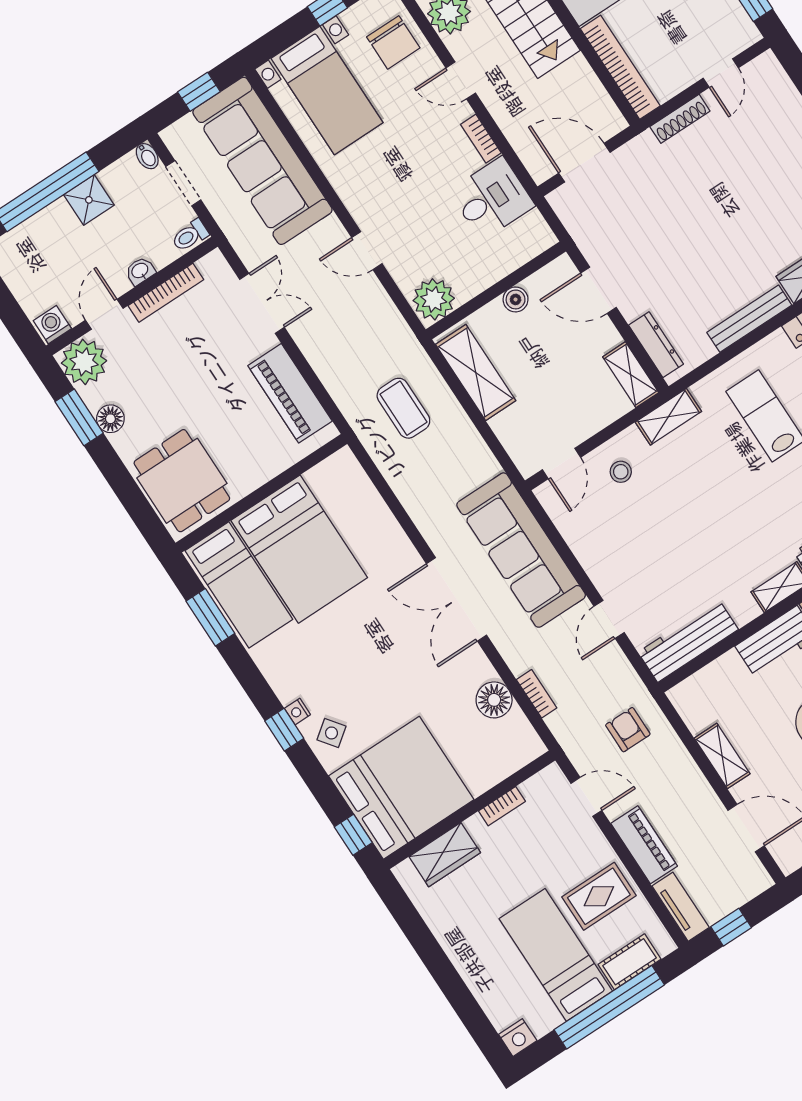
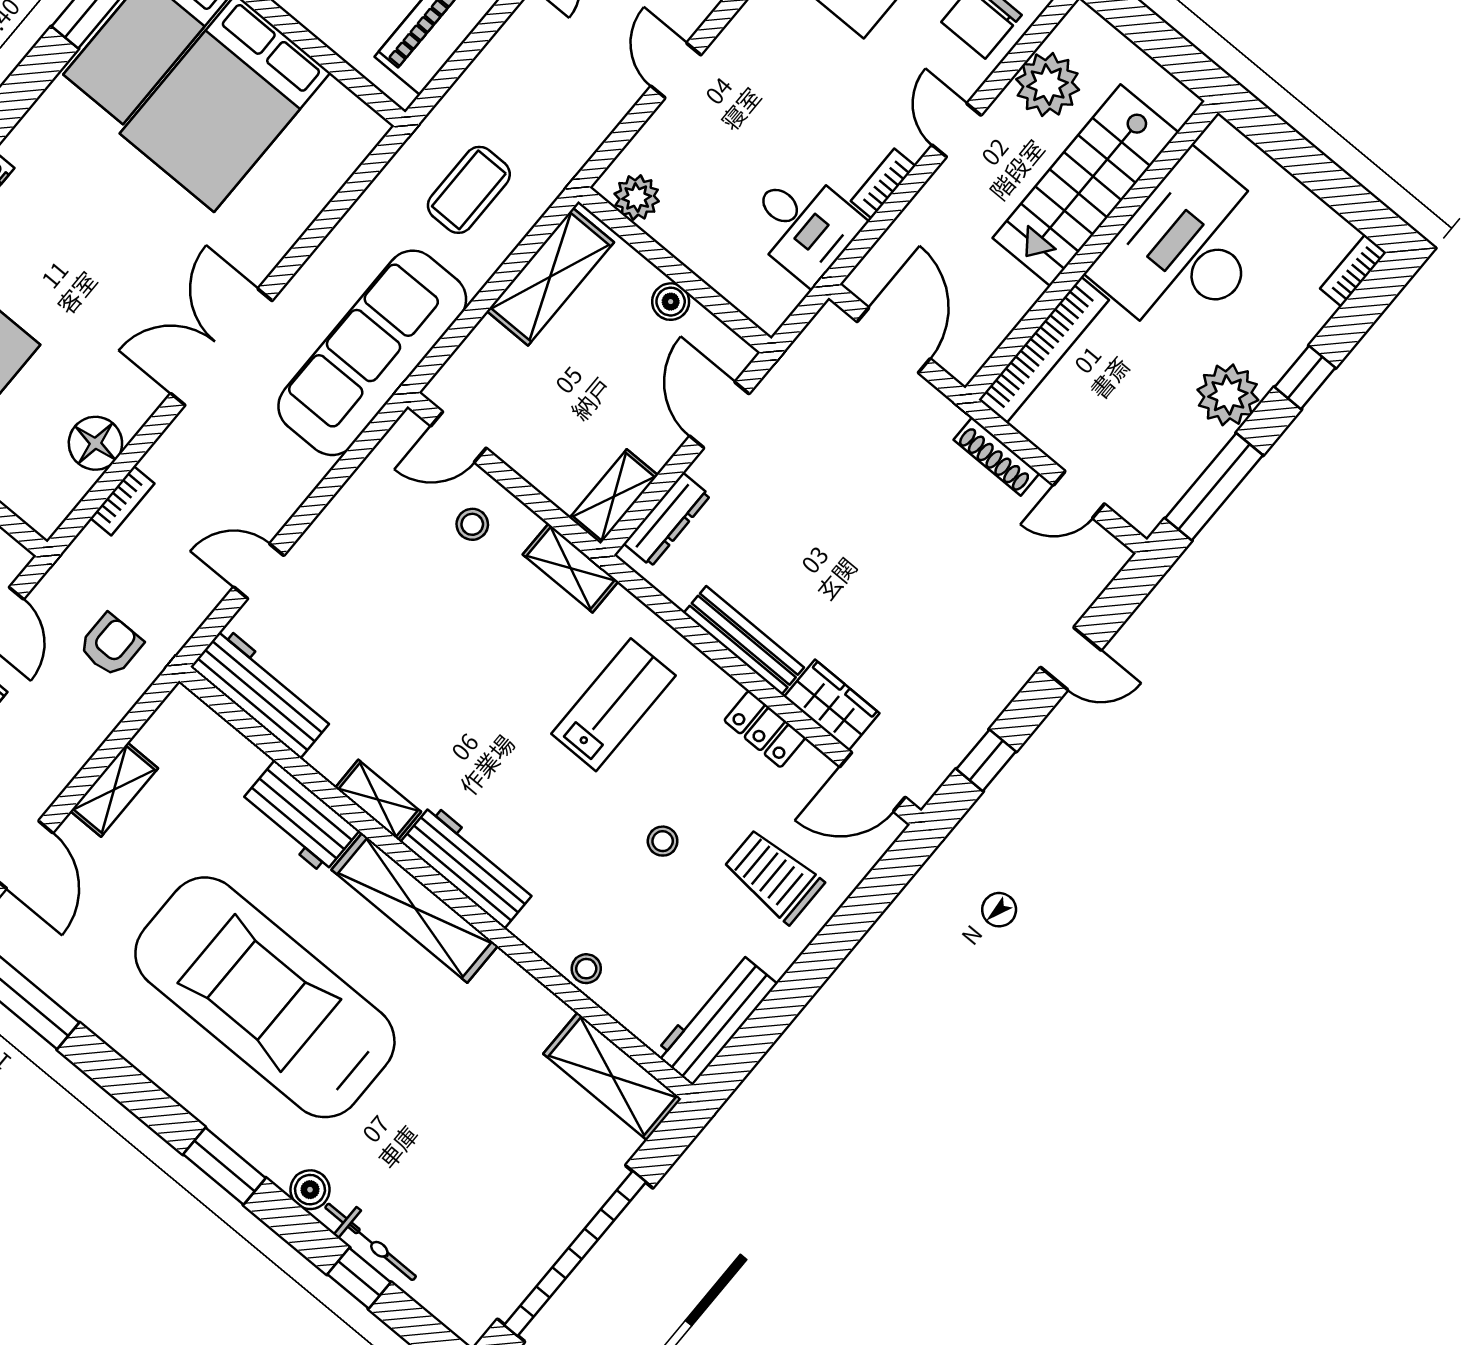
plant: (434, 299) -> (637, 197), width x0.73, depth x0.73
sofa: (521, 550) -> (372, 353), moved

